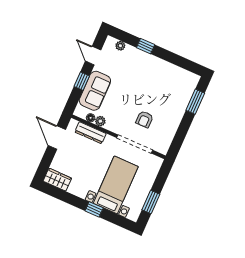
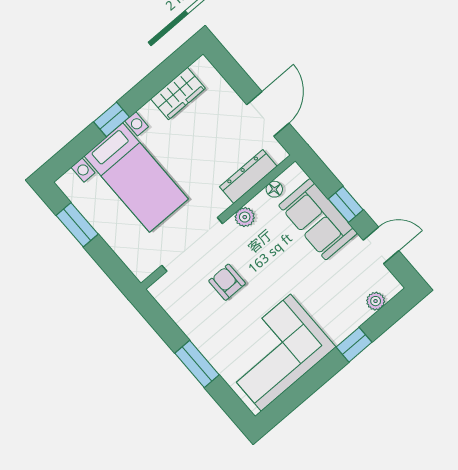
corner sofa: (167, 81) -> (276, 353), added
window: (195, 102) -> (197, 364), moved
plant: (100, 121) -> (245, 217), moved
door: (57, 138) -> (268, 114), hinge flipped
wardrobe: (57, 180) -> (178, 94), moved

